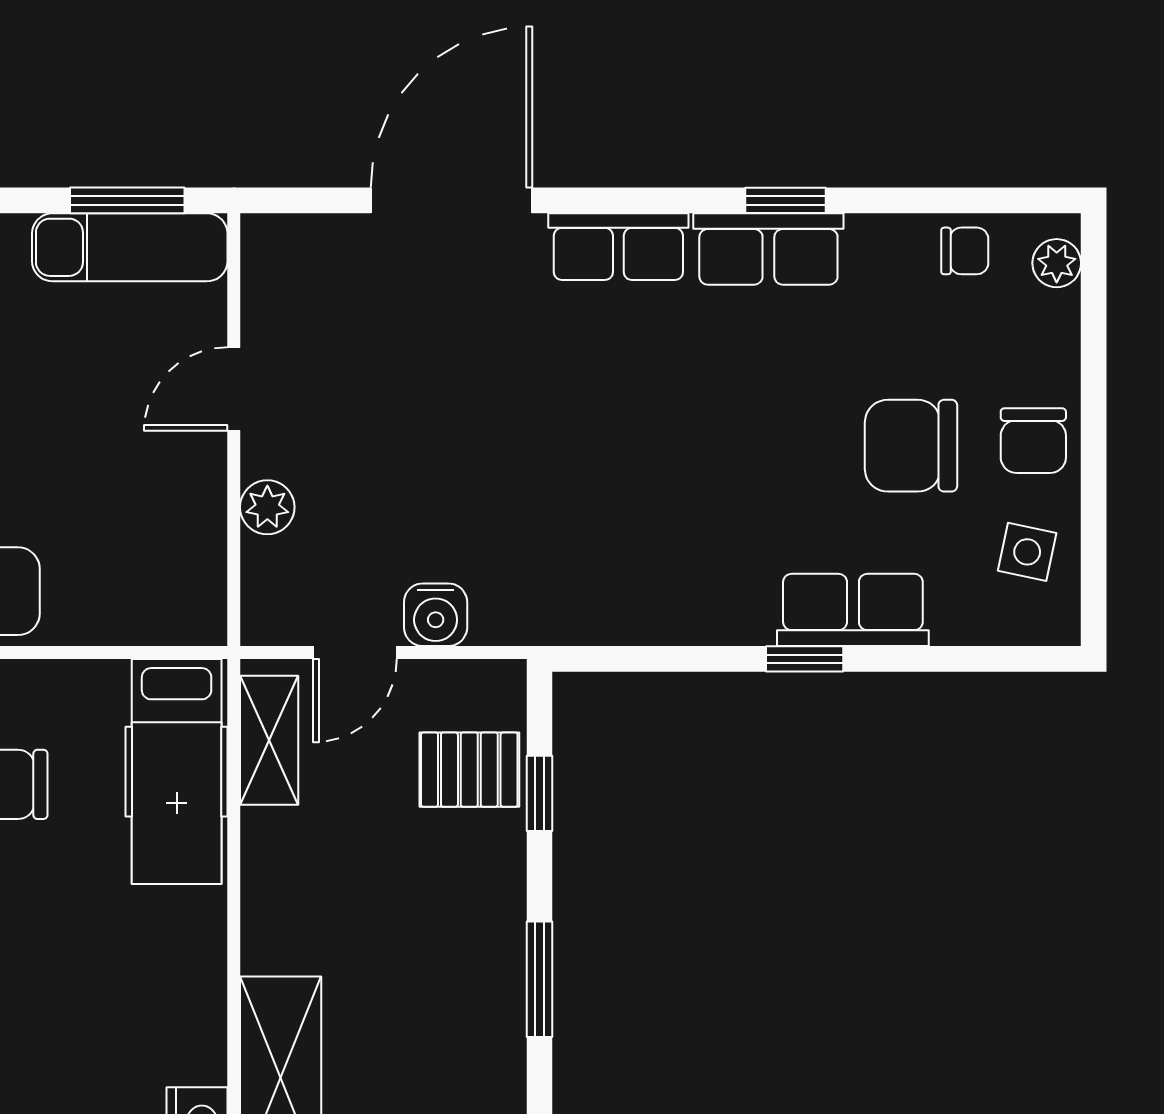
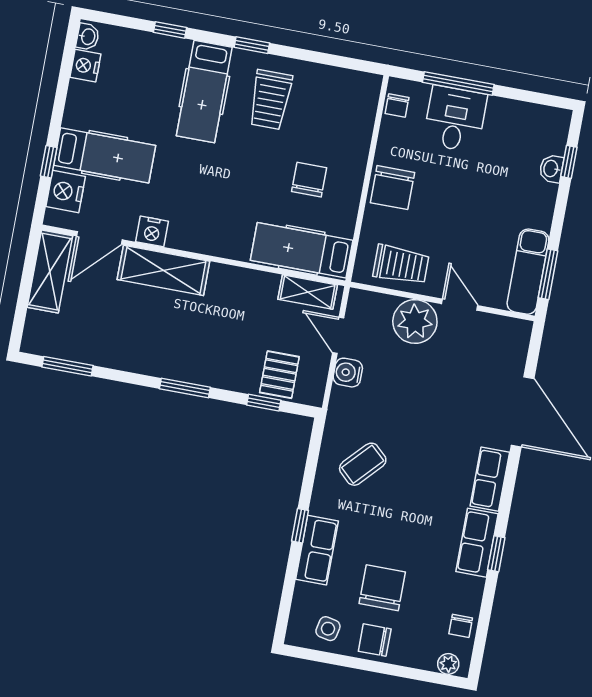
plant: (267, 507) -> (415, 322), width x1.87, depth x1.87
trolley: (168, 539) -> (401, 265), added
coffee table: (638, 542) -> (363, 464), added

